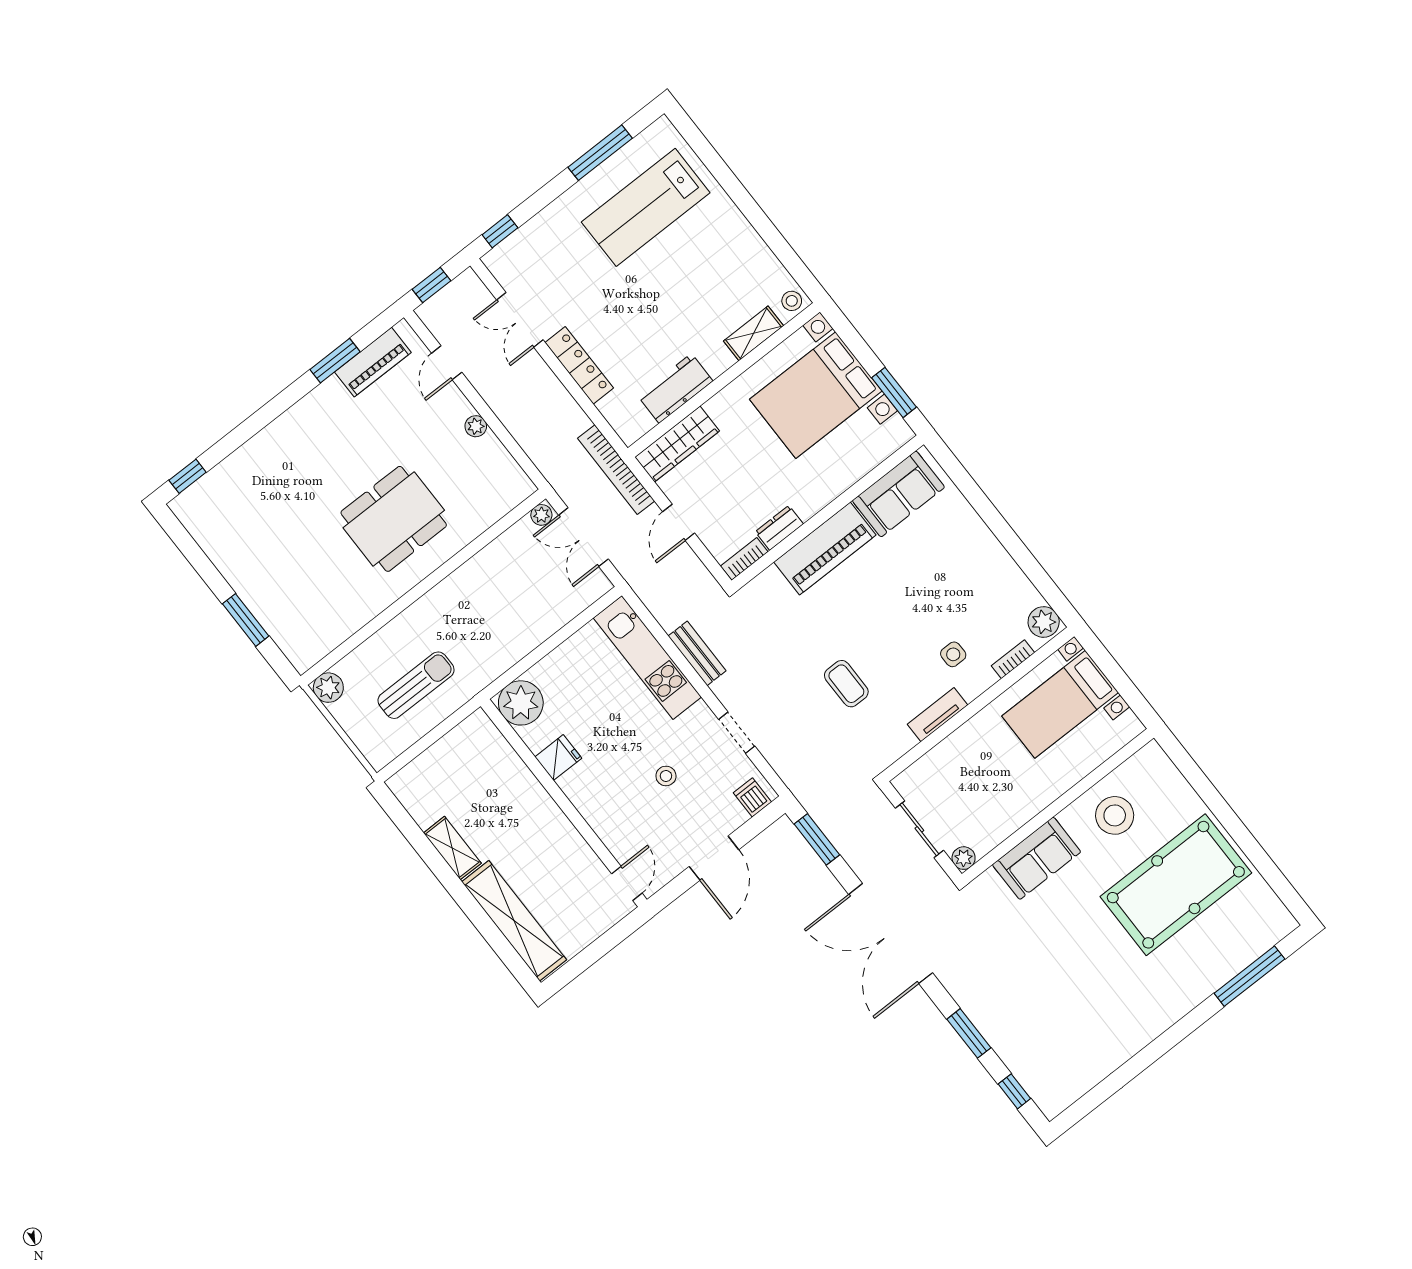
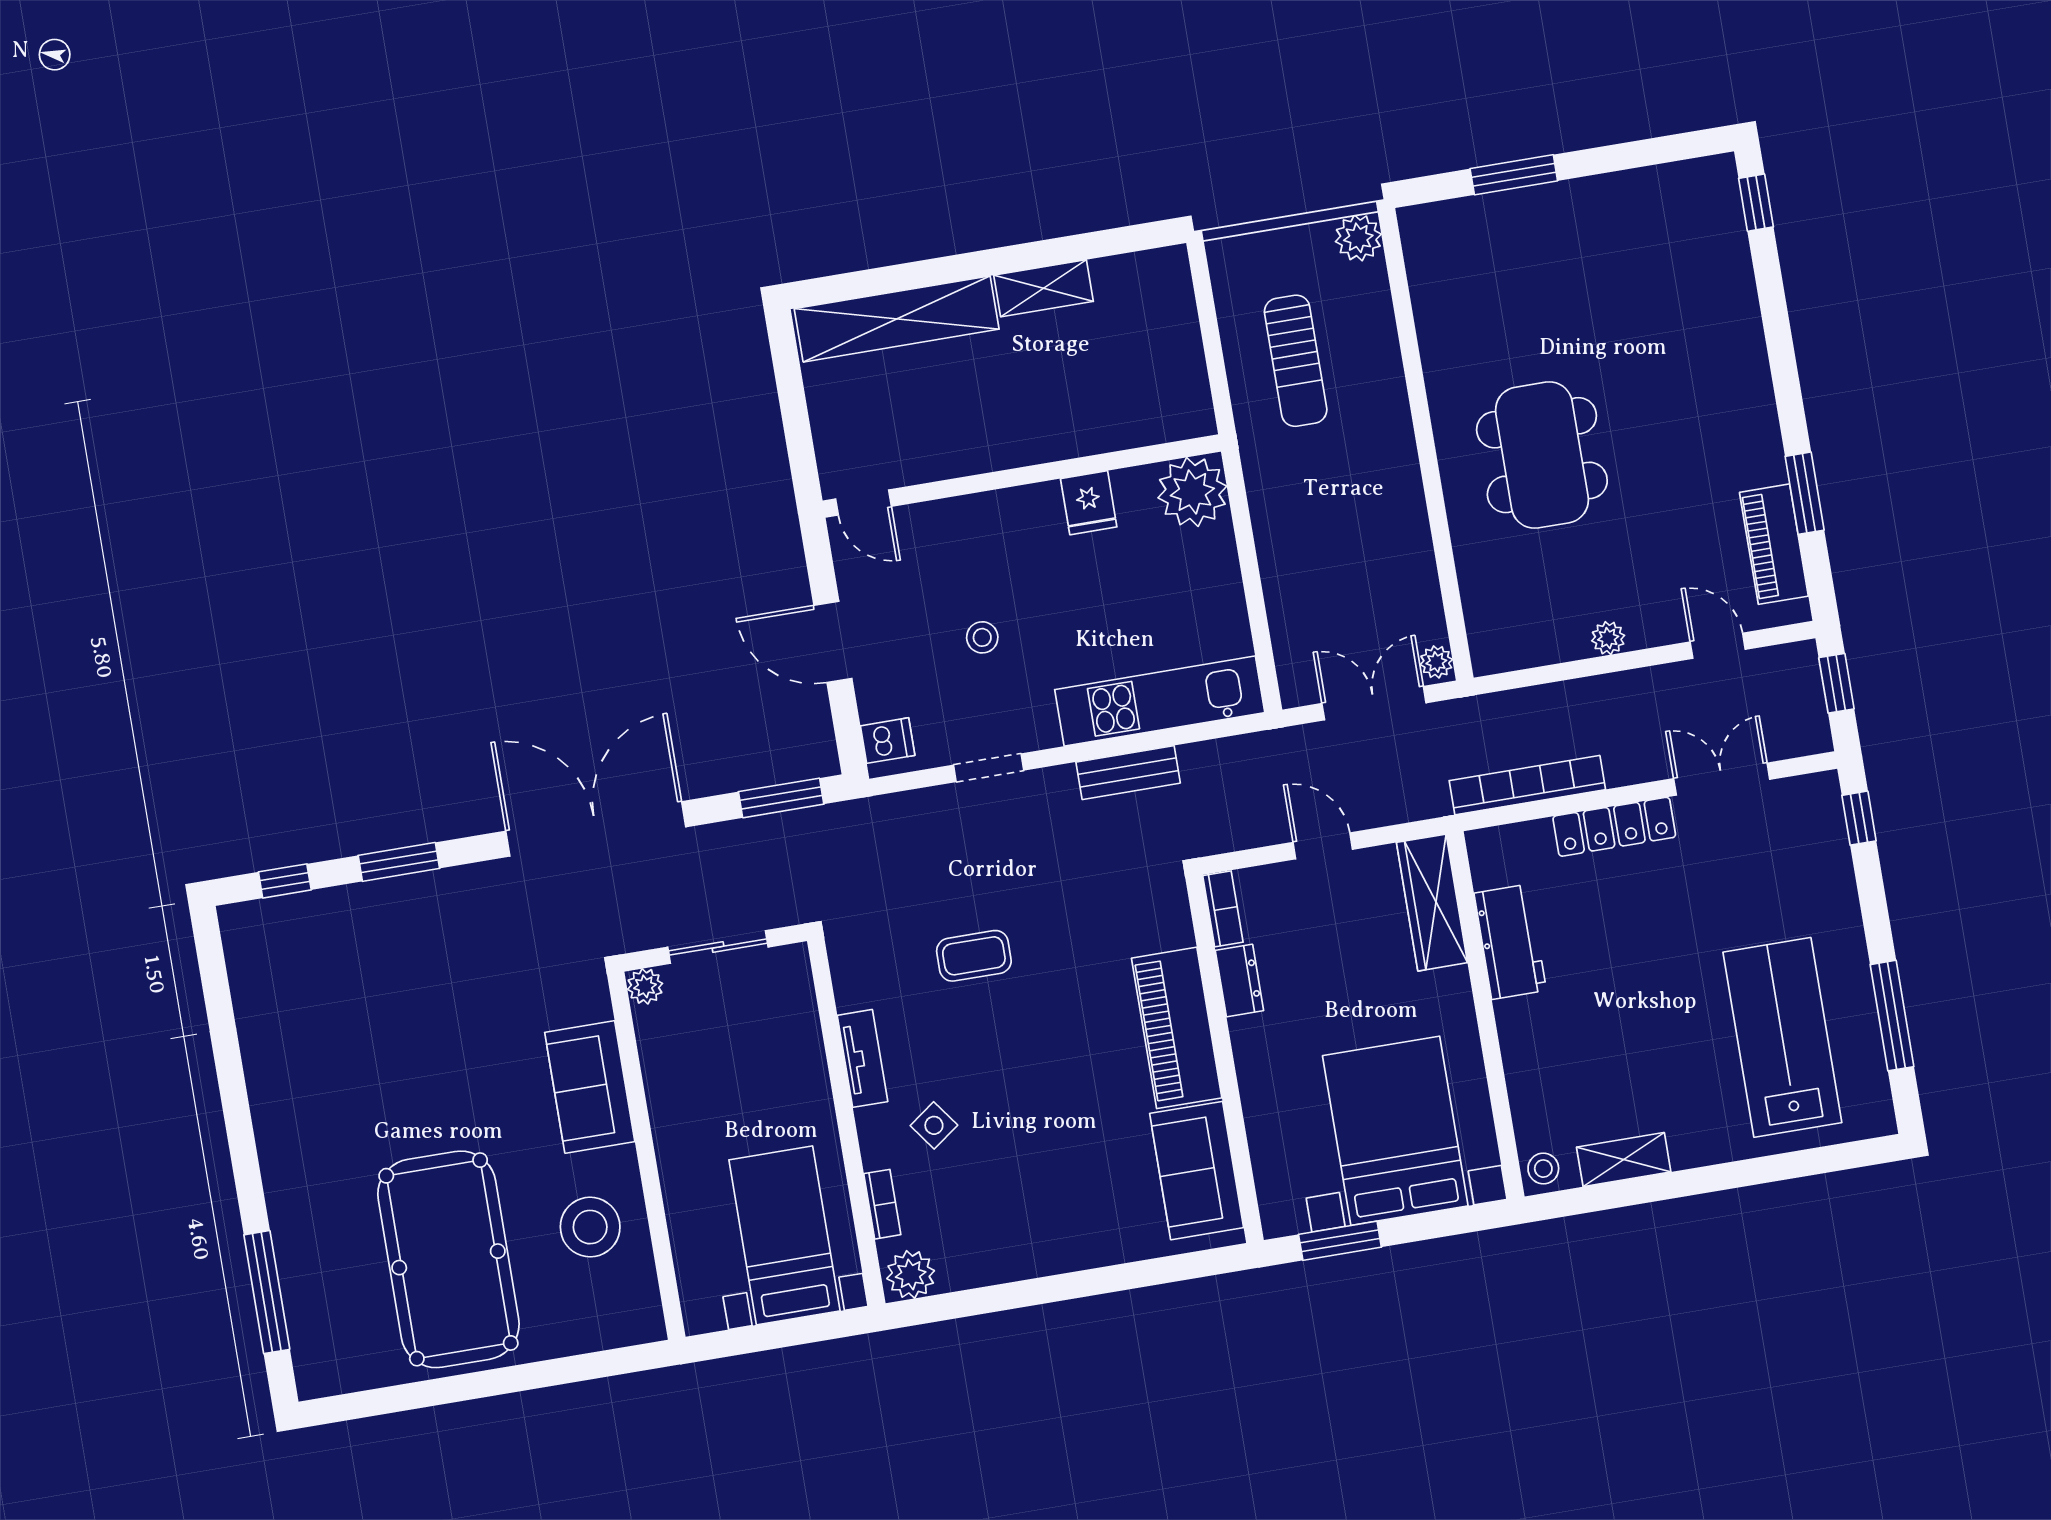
shelving: (754, 333) -> (1624, 1160), moved, turned 90
bookcase: (616, 470) -> (1527, 785), moved
side table: (953, 654) -> (934, 1125), turned -36

